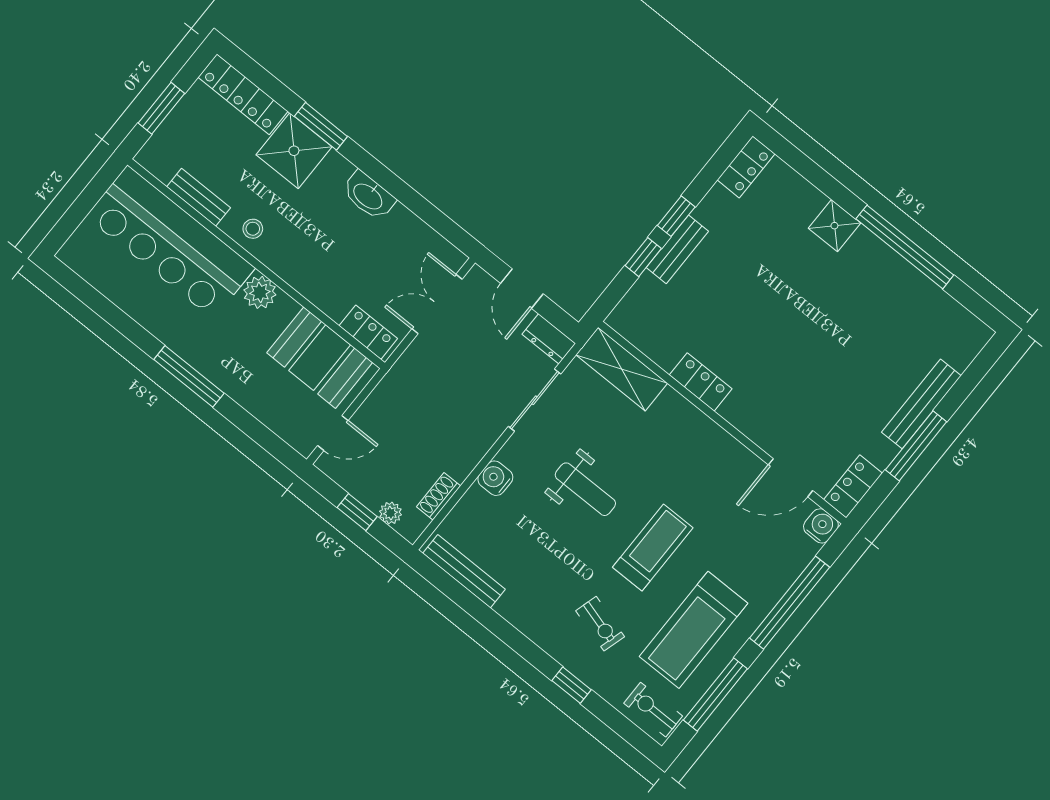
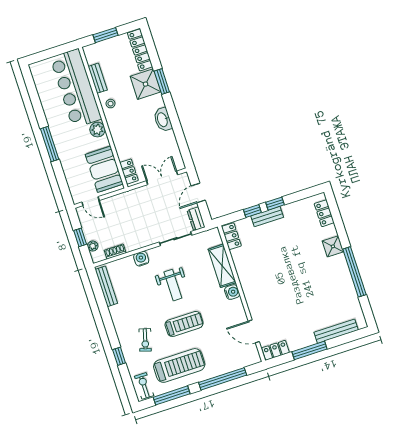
locker: (746, 167) -> (324, 213), moved, turned 90
shelving: (622, 369) -> (222, 266), moved
locker: (701, 382) -> (231, 236), moved
bench: (921, 404) -> (336, 331), moved
water cooler: (821, 526) -> (232, 292), moved
treadmill: (694, 630) -> (179, 365), turned 180

